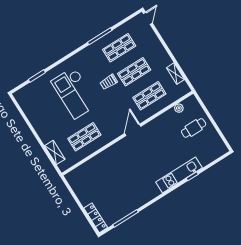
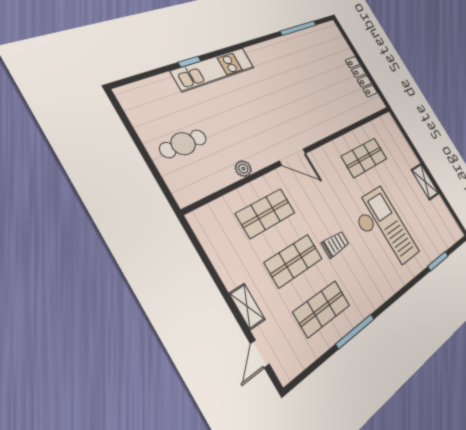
door: (148, 18) -> (260, 354), moved
shelving: (175, 74) -> (247, 306), moved
plant: (179, 108) -> (243, 169), moved
door: (133, 130) -> (293, 157), hinge flipped
shelving: (55, 152) -> (425, 182), moved
locker: (96, 218) -> (361, 77), moved

